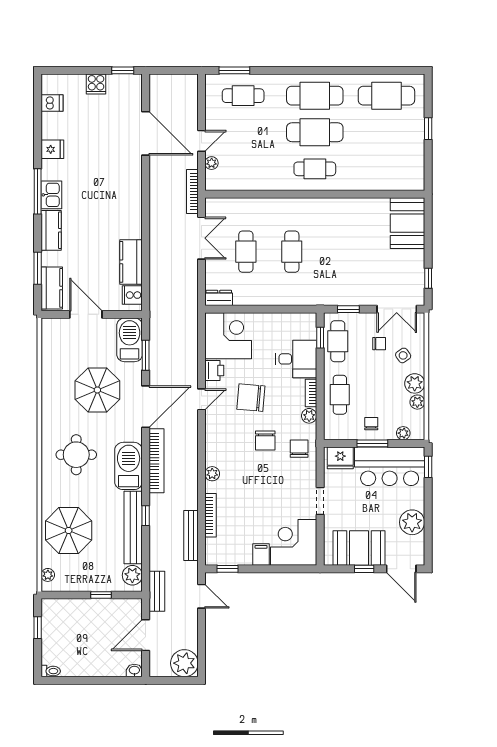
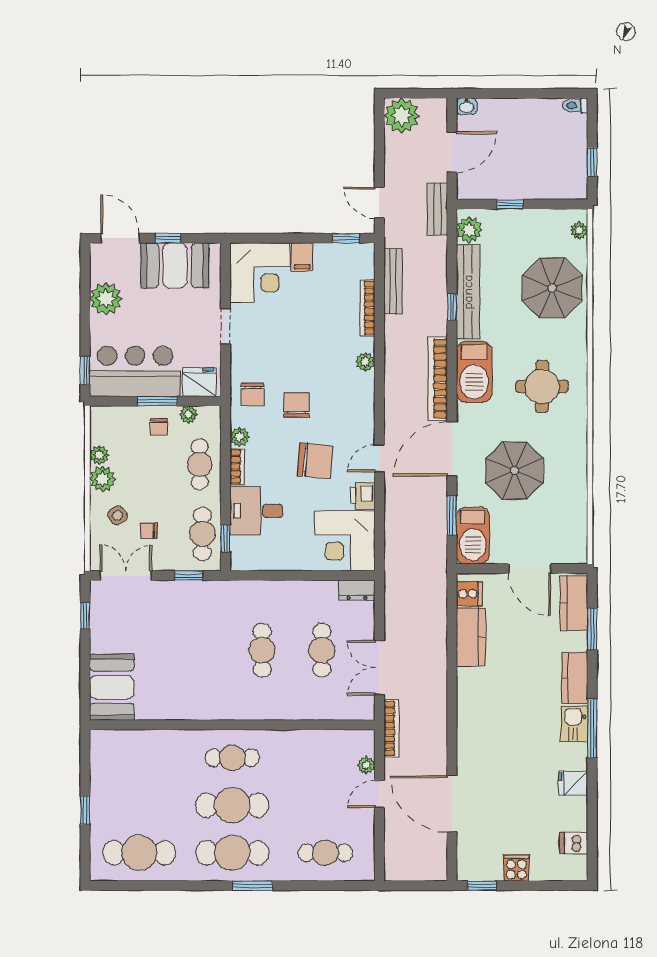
window: (234, 70) -> (253, 886), moved
plant: (403, 433) -> (188, 414), moved

